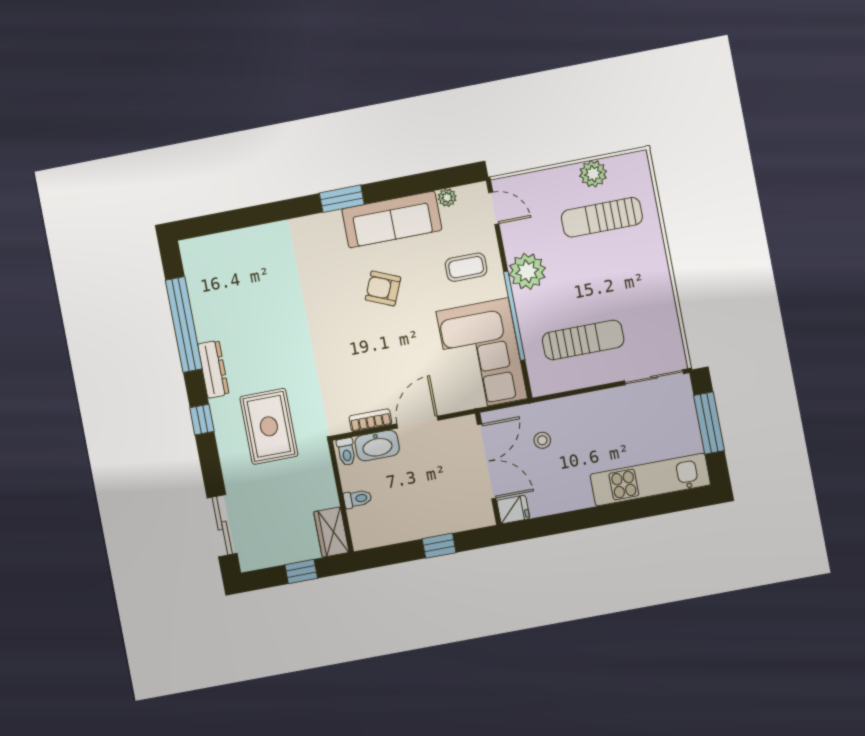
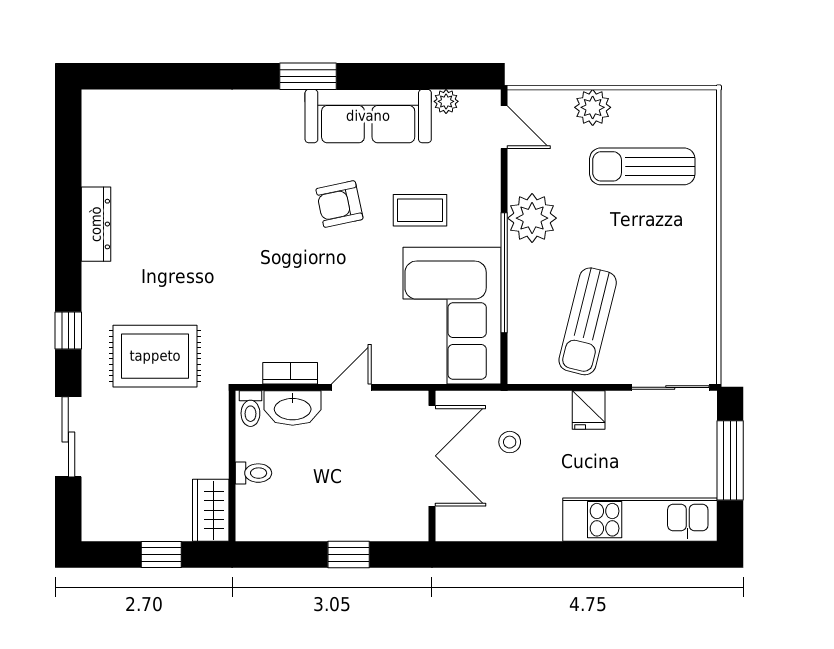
plant: (593, 174) -> (593, 107), moved
coffee table: (466, 267) -> (420, 210), moved
armchair: (383, 288) -> (339, 204), turned -35
window: (184, 325) -> (68, 201), removed
sun lounger: (583, 340) -> (588, 321), turned 104
dresser: (213, 369) -> (96, 224), moved
door: (417, 422) -> (351, 387), width x0.73
rug: (269, 426) -> (155, 356), turned 90
fridge: (513, 509) -> (589, 410), moved, turned 90
sliding door: (222, 526) -> (68, 437), moved

